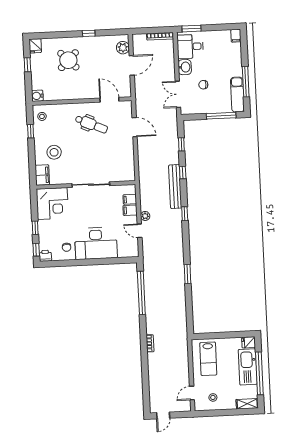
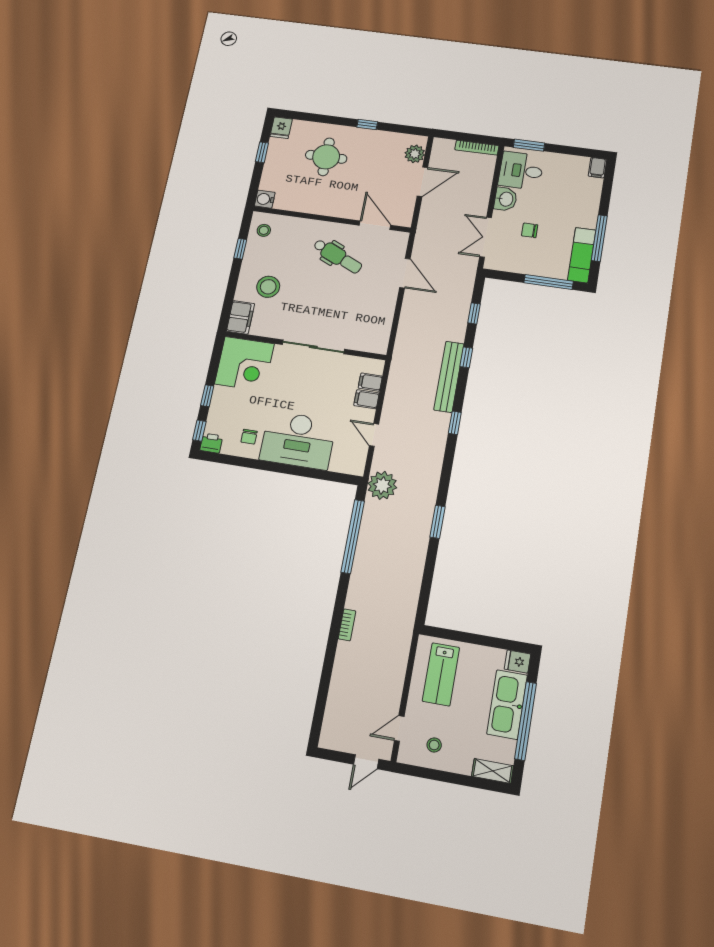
round table: (68, 60) -> (326, 157), turned 45
plant: (145, 216) -> (382, 485), moved, width x1.88, depth x1.88
door: (163, 415) -> (366, 762), moved

